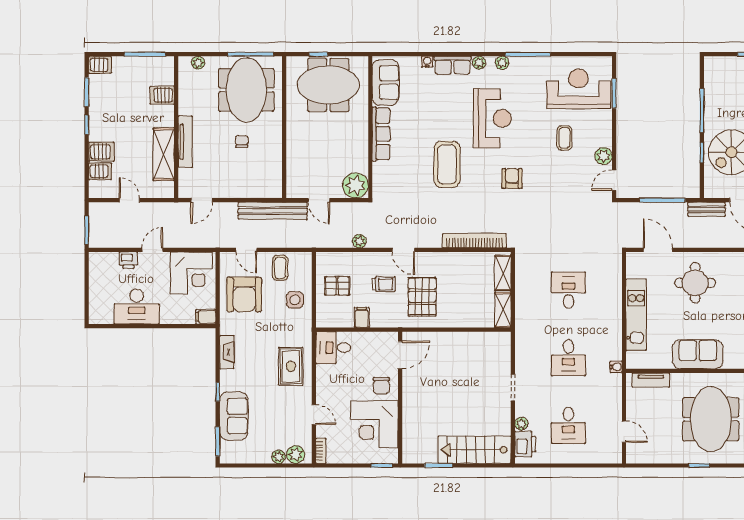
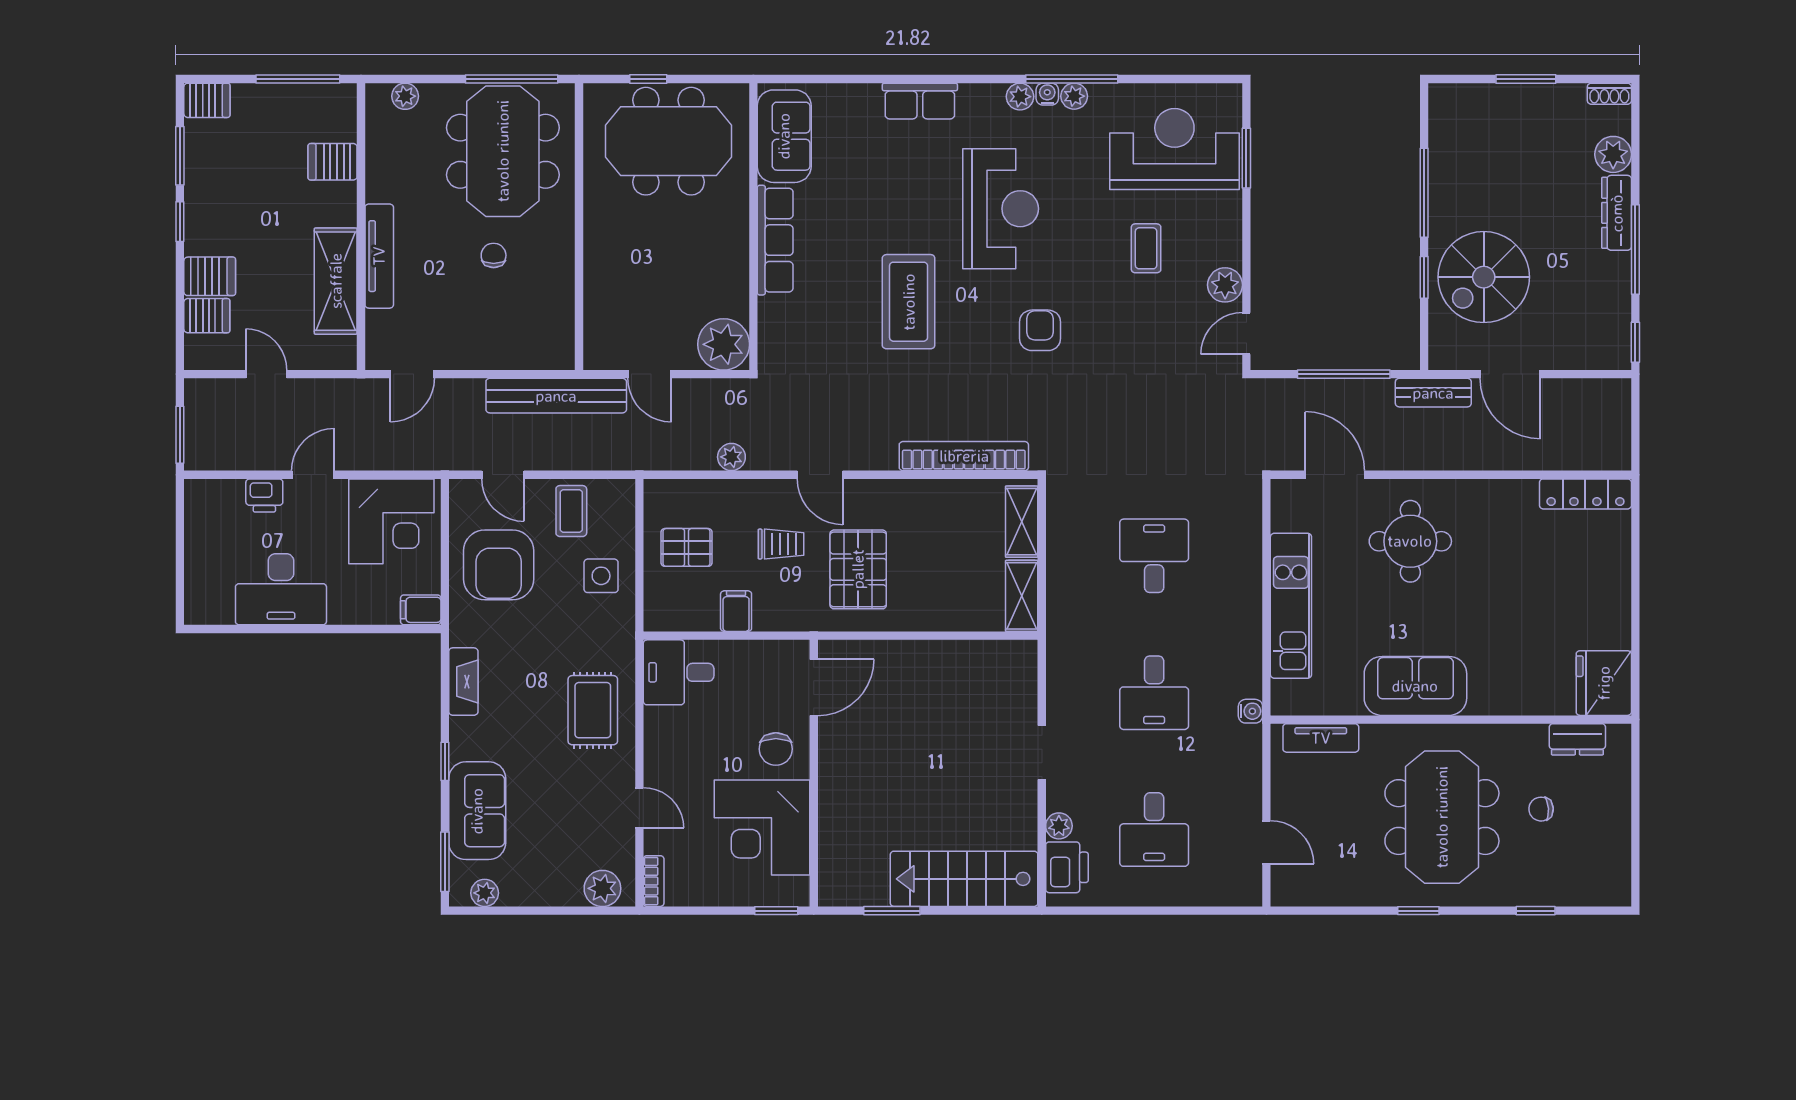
water cooler: (427, 62) -> (1047, 94), moved
plant: (479, 63) -> (1074, 96), moved
plant: (279, 457) -> (485, 893), moved

